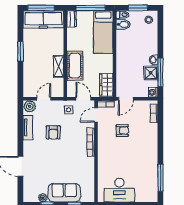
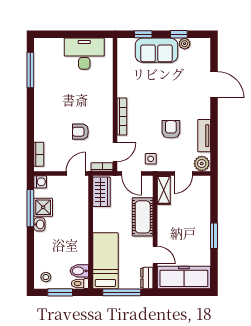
window: (41, 8) -> (187, 292), removed
door: (65, 36) -> (155, 255), added
shelving: (59, 66) -> (164, 190), moved

